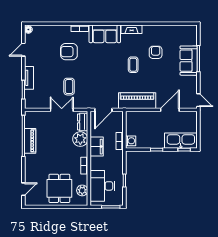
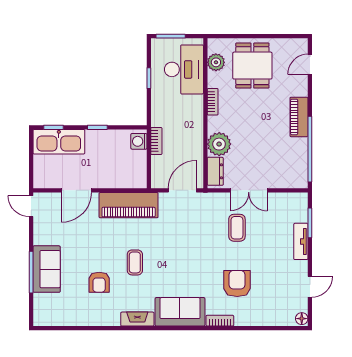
armchair: (69, 52) -> (237, 283), turned -90
piano: (30, 141) -> (299, 117), moved
filing cabinet: (97, 147) -> (193, 132), removed

